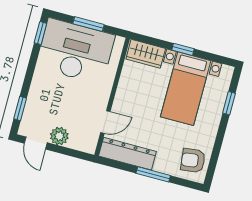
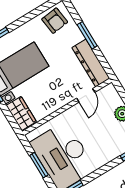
door: (105, 122) -> (86, 95), swing flipped

